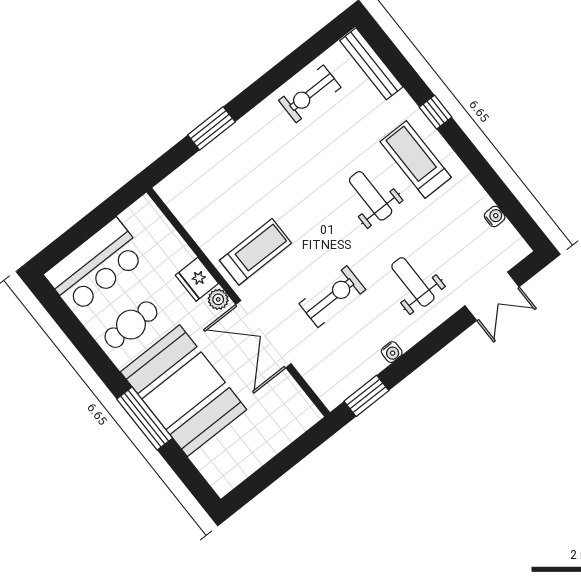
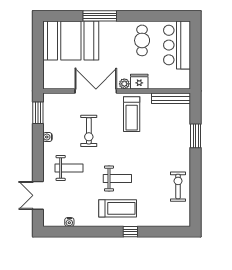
bench: (371, 64) -> (171, 98), moved
booth: (183, 391) -> (71, 40), moved

